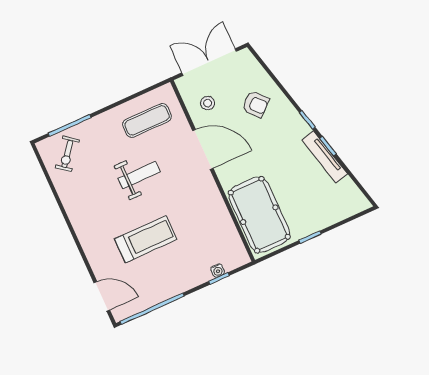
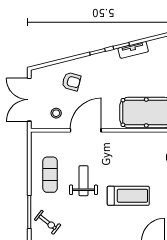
armchair: (255, 104) -> (71, 82), turned 57
exercise mat: (147, 120) -> (50, 175), moved
tv unit: (325, 157) -> (133, 50), width x0.71
treadmill: (146, 239) -> (128, 196), turned 90

